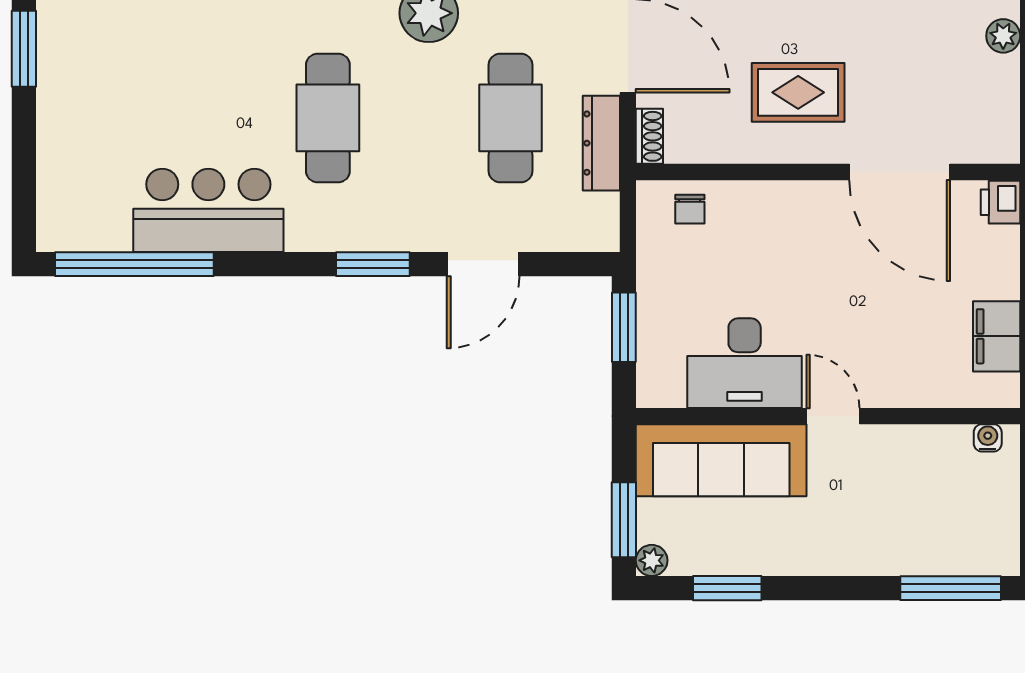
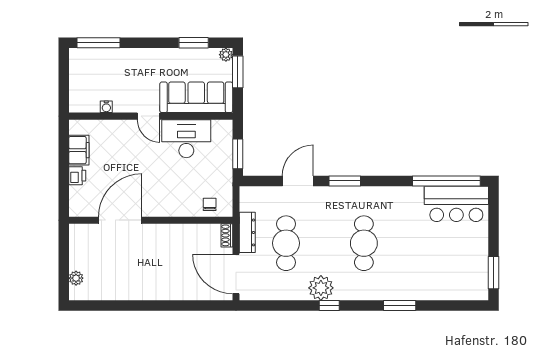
rug: (798, 92) -> (163, 254), removed
door: (900, 172) -> (120, 220), hinge flipped
printer: (1000, 202) -> (77, 176), moved
bar counter: (208, 210) -> (456, 204), moved
water cooler: (988, 438) -> (106, 107), moved

